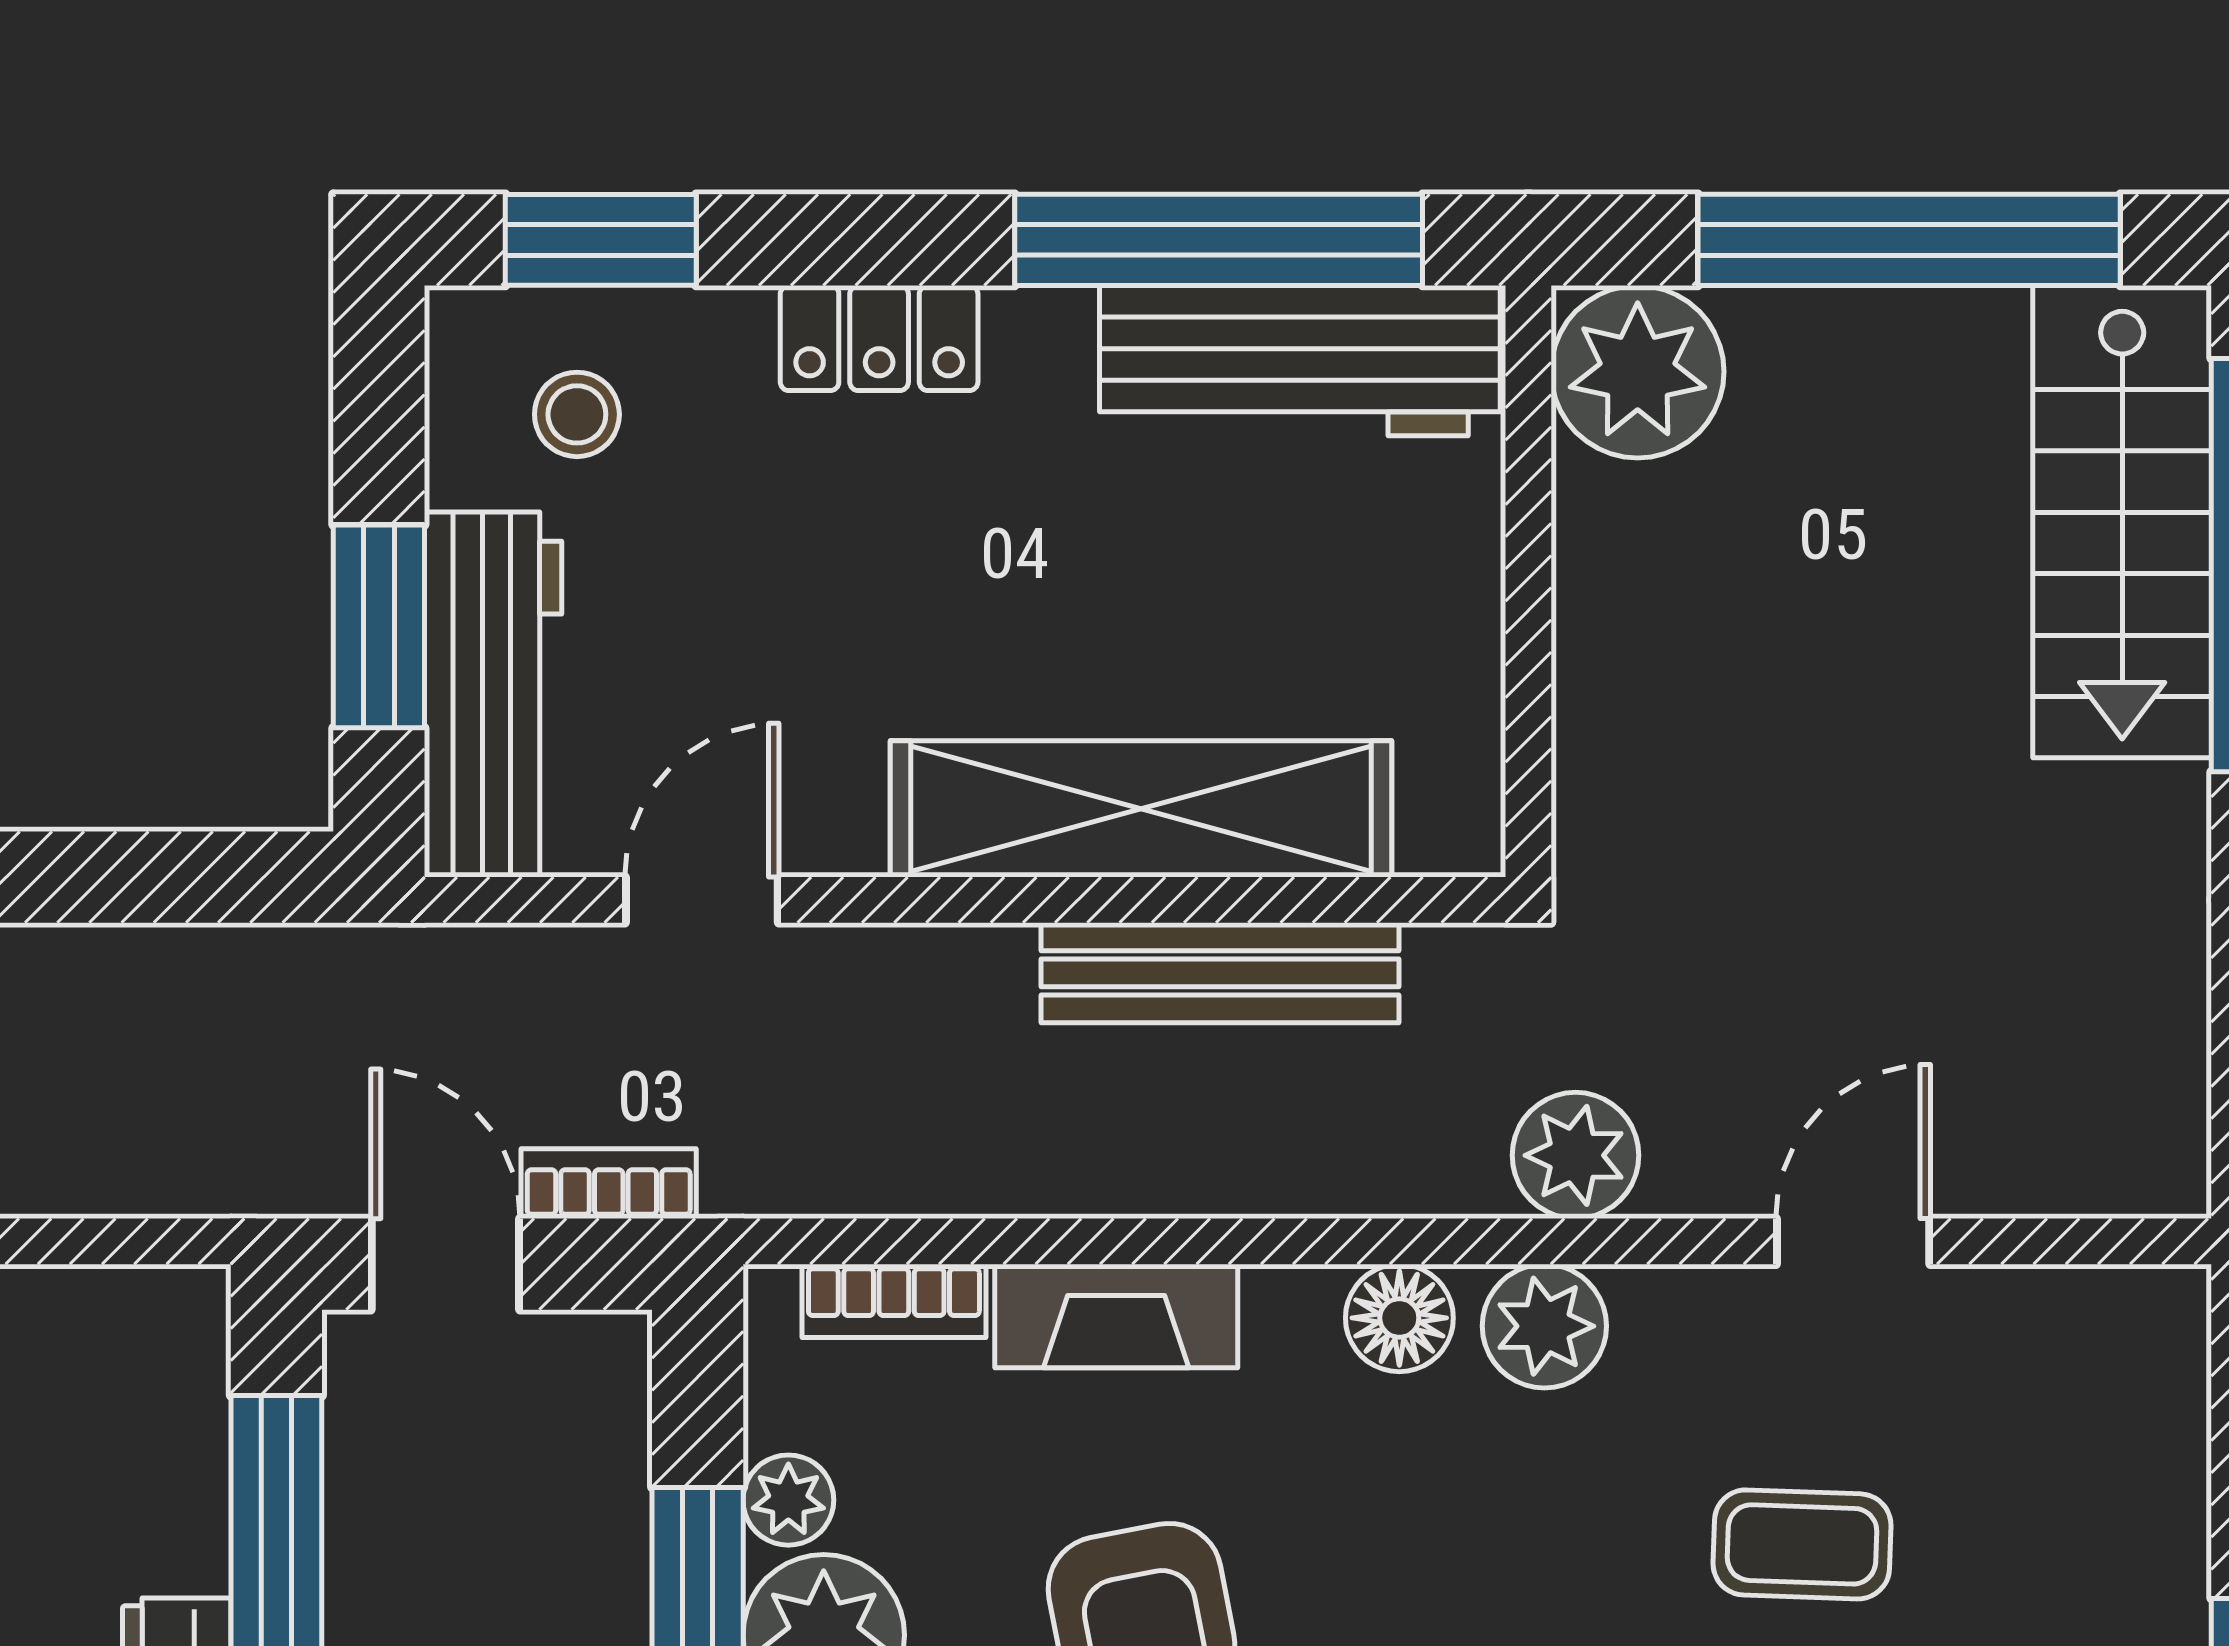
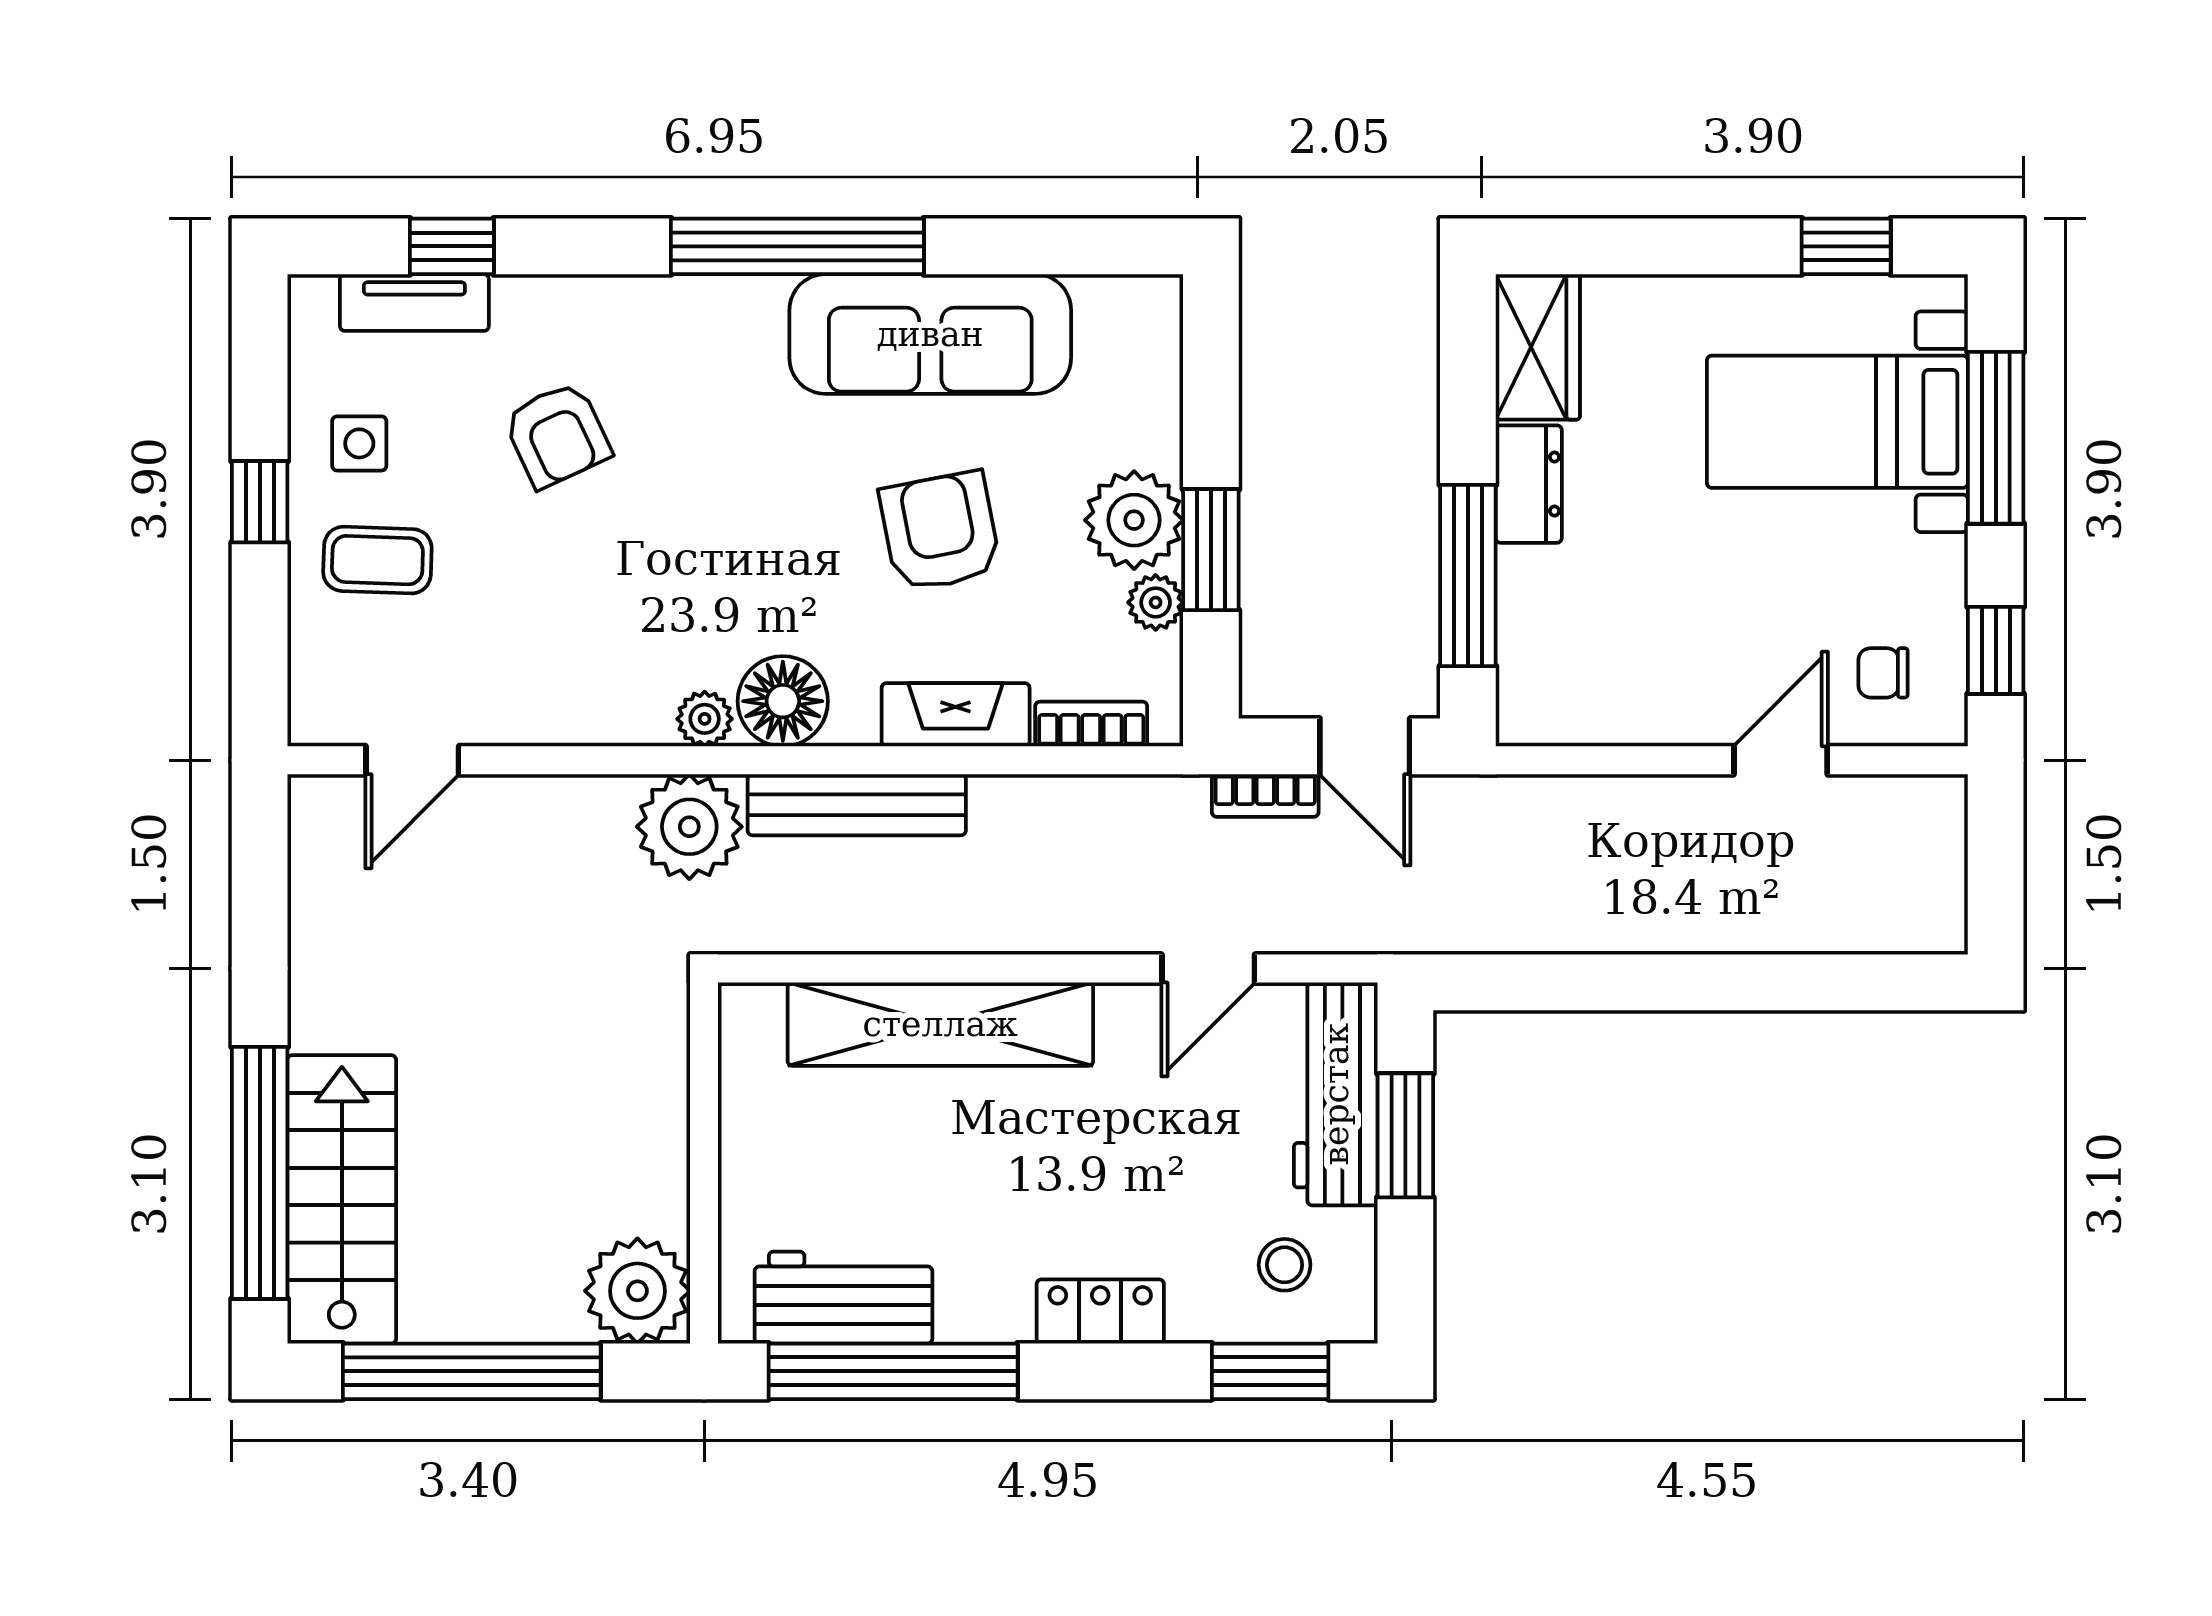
workbench: (1300, 361) -> (843, 1298), width x0.73
bench: (1220, 973) -> (857, 805), moved
plant: (1576, 1155) -> (689, 827), width x1.36, depth x1.36
door: (1853, 1241) -> (412, 760), moved
floor lamp: (1399, 1318) -> (783, 701), width x1.38, depth x1.38
plant: (1544, 1326) -> (705, 719), width x0.73, depth x0.73
coffee table: (1802, 1544) -> (377, 560), moved

